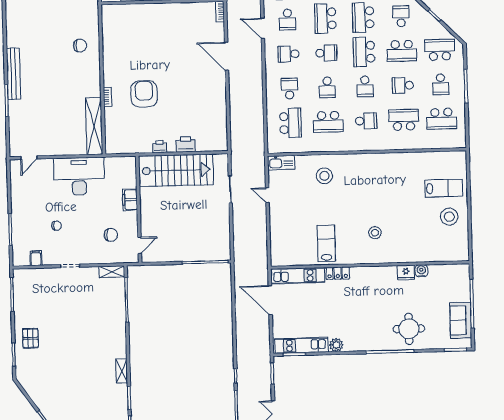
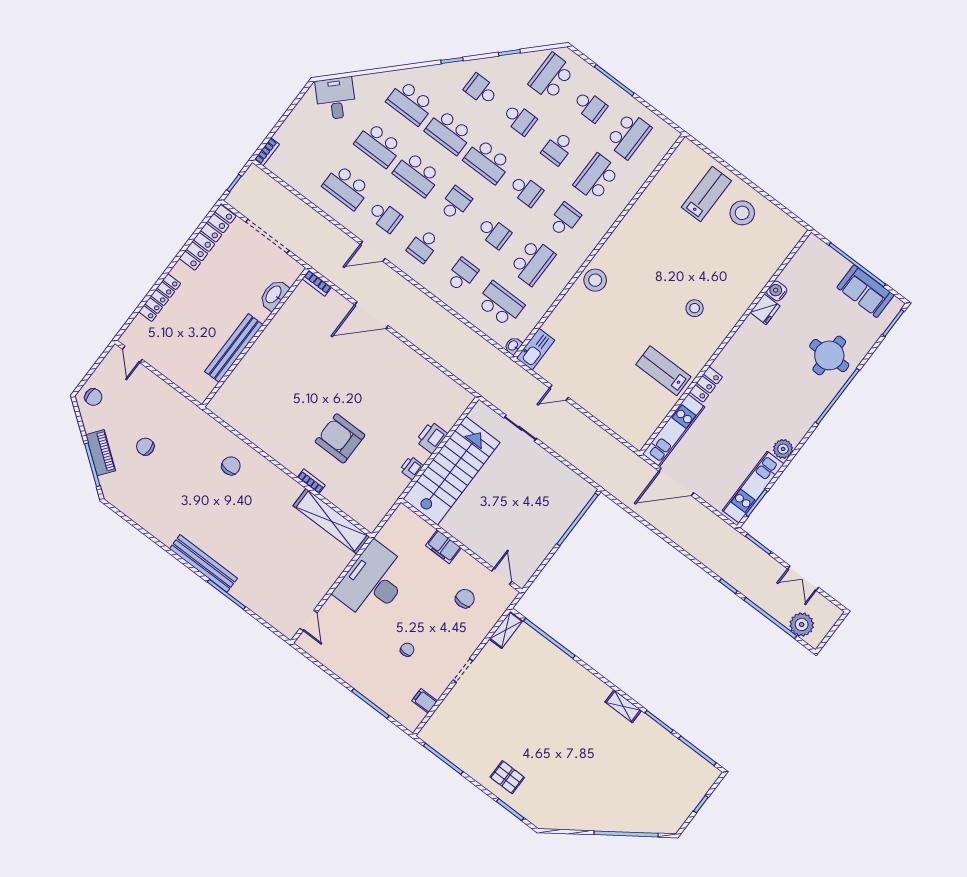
school desk: (402, 51) -> (519, 119), width x0.54
school desk: (289, 88) -> (462, 275), turned 90
washbasin: (273, 149) -> (513, 346), added
stool: (324, 176) -> (595, 280), moved

